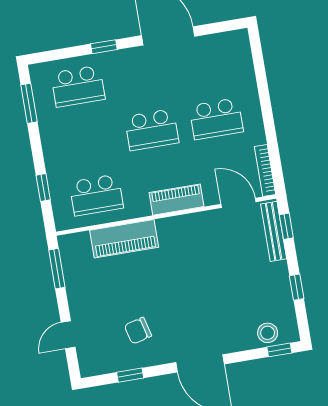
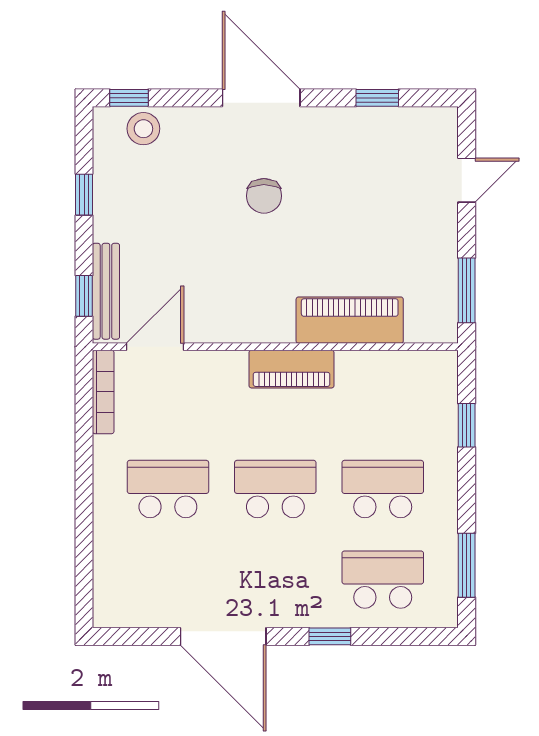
school desk: (96, 195) -> (383, 489), moved
piano: (177, 200) -> (292, 369), moved
door: (238, 203) -> (155, 347), swing flipped
chair: (138, 331) -> (264, 196), moved, turned 104

